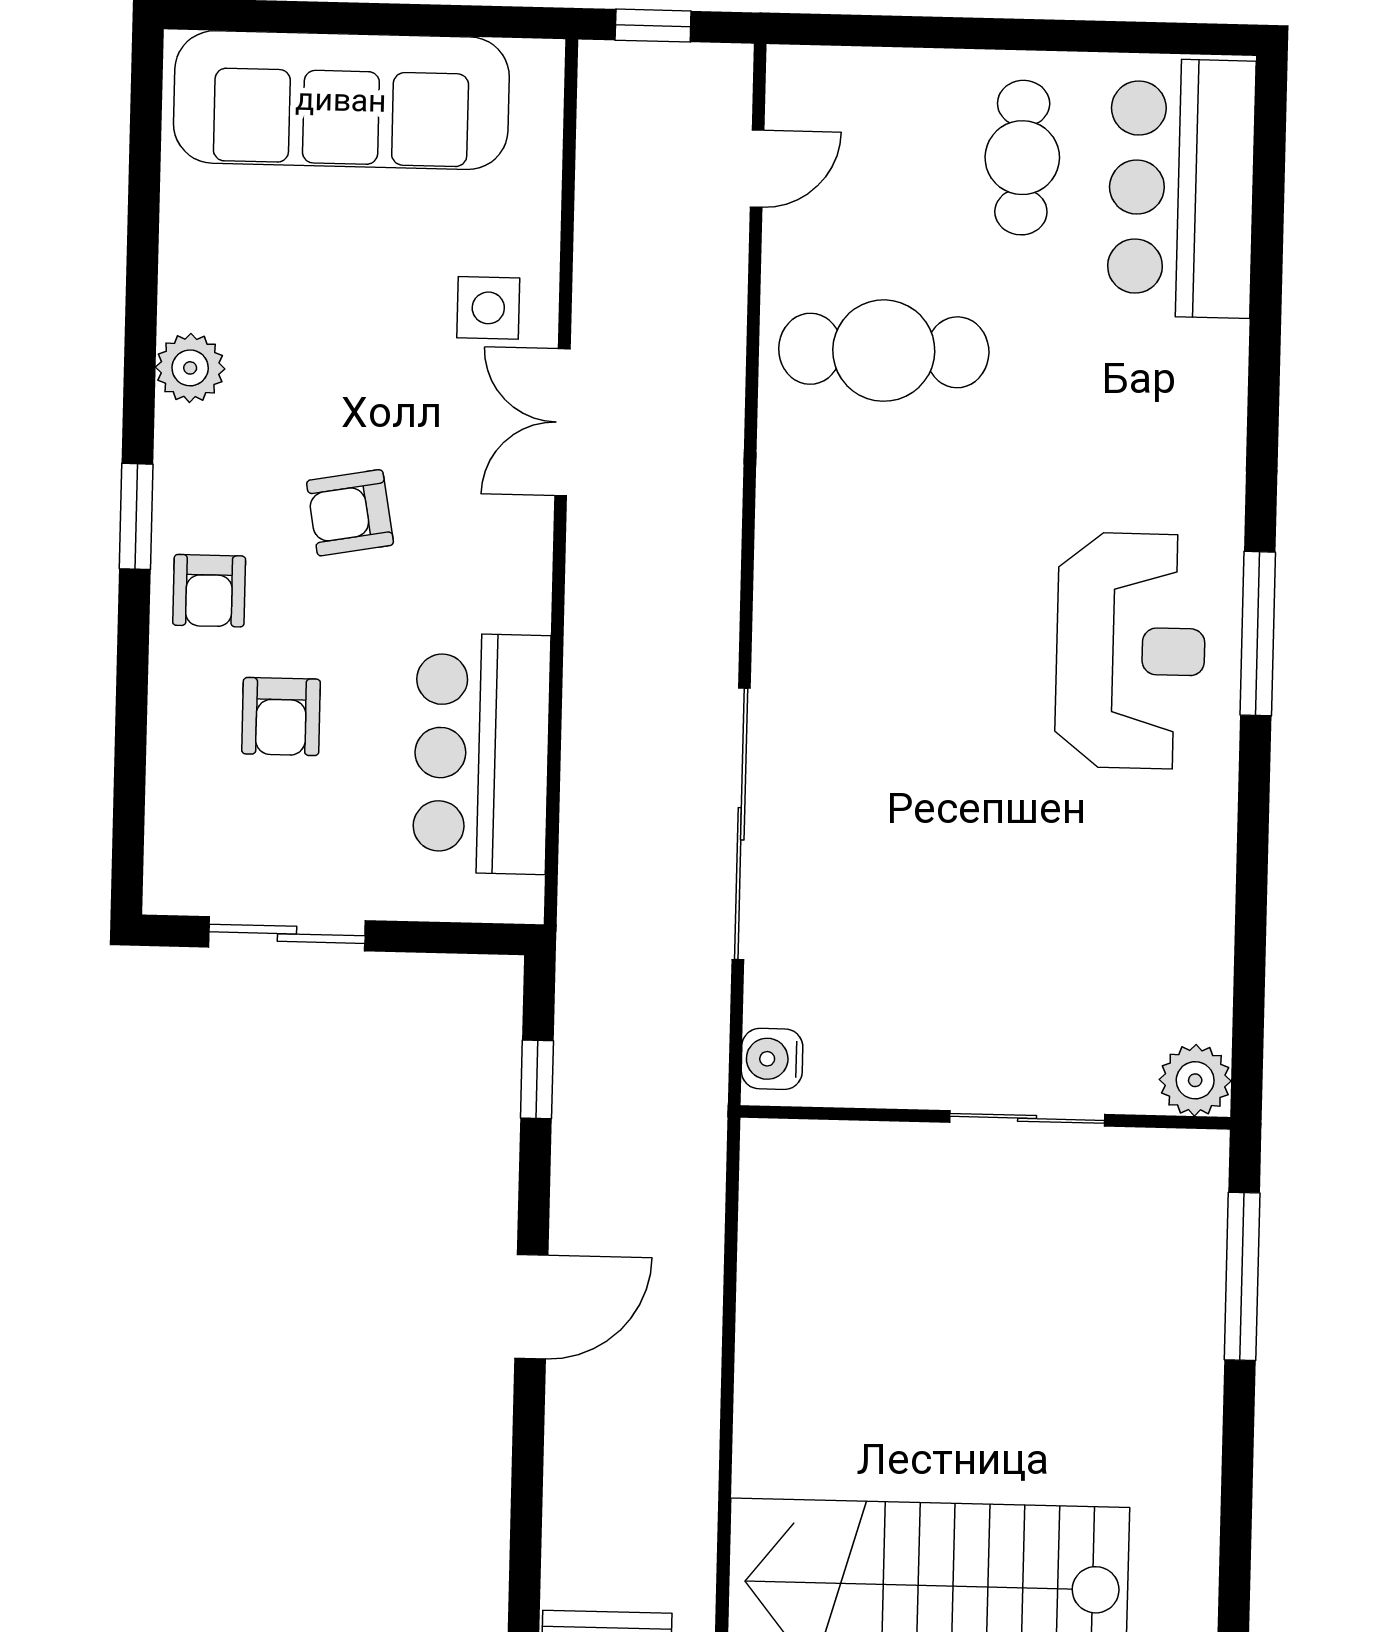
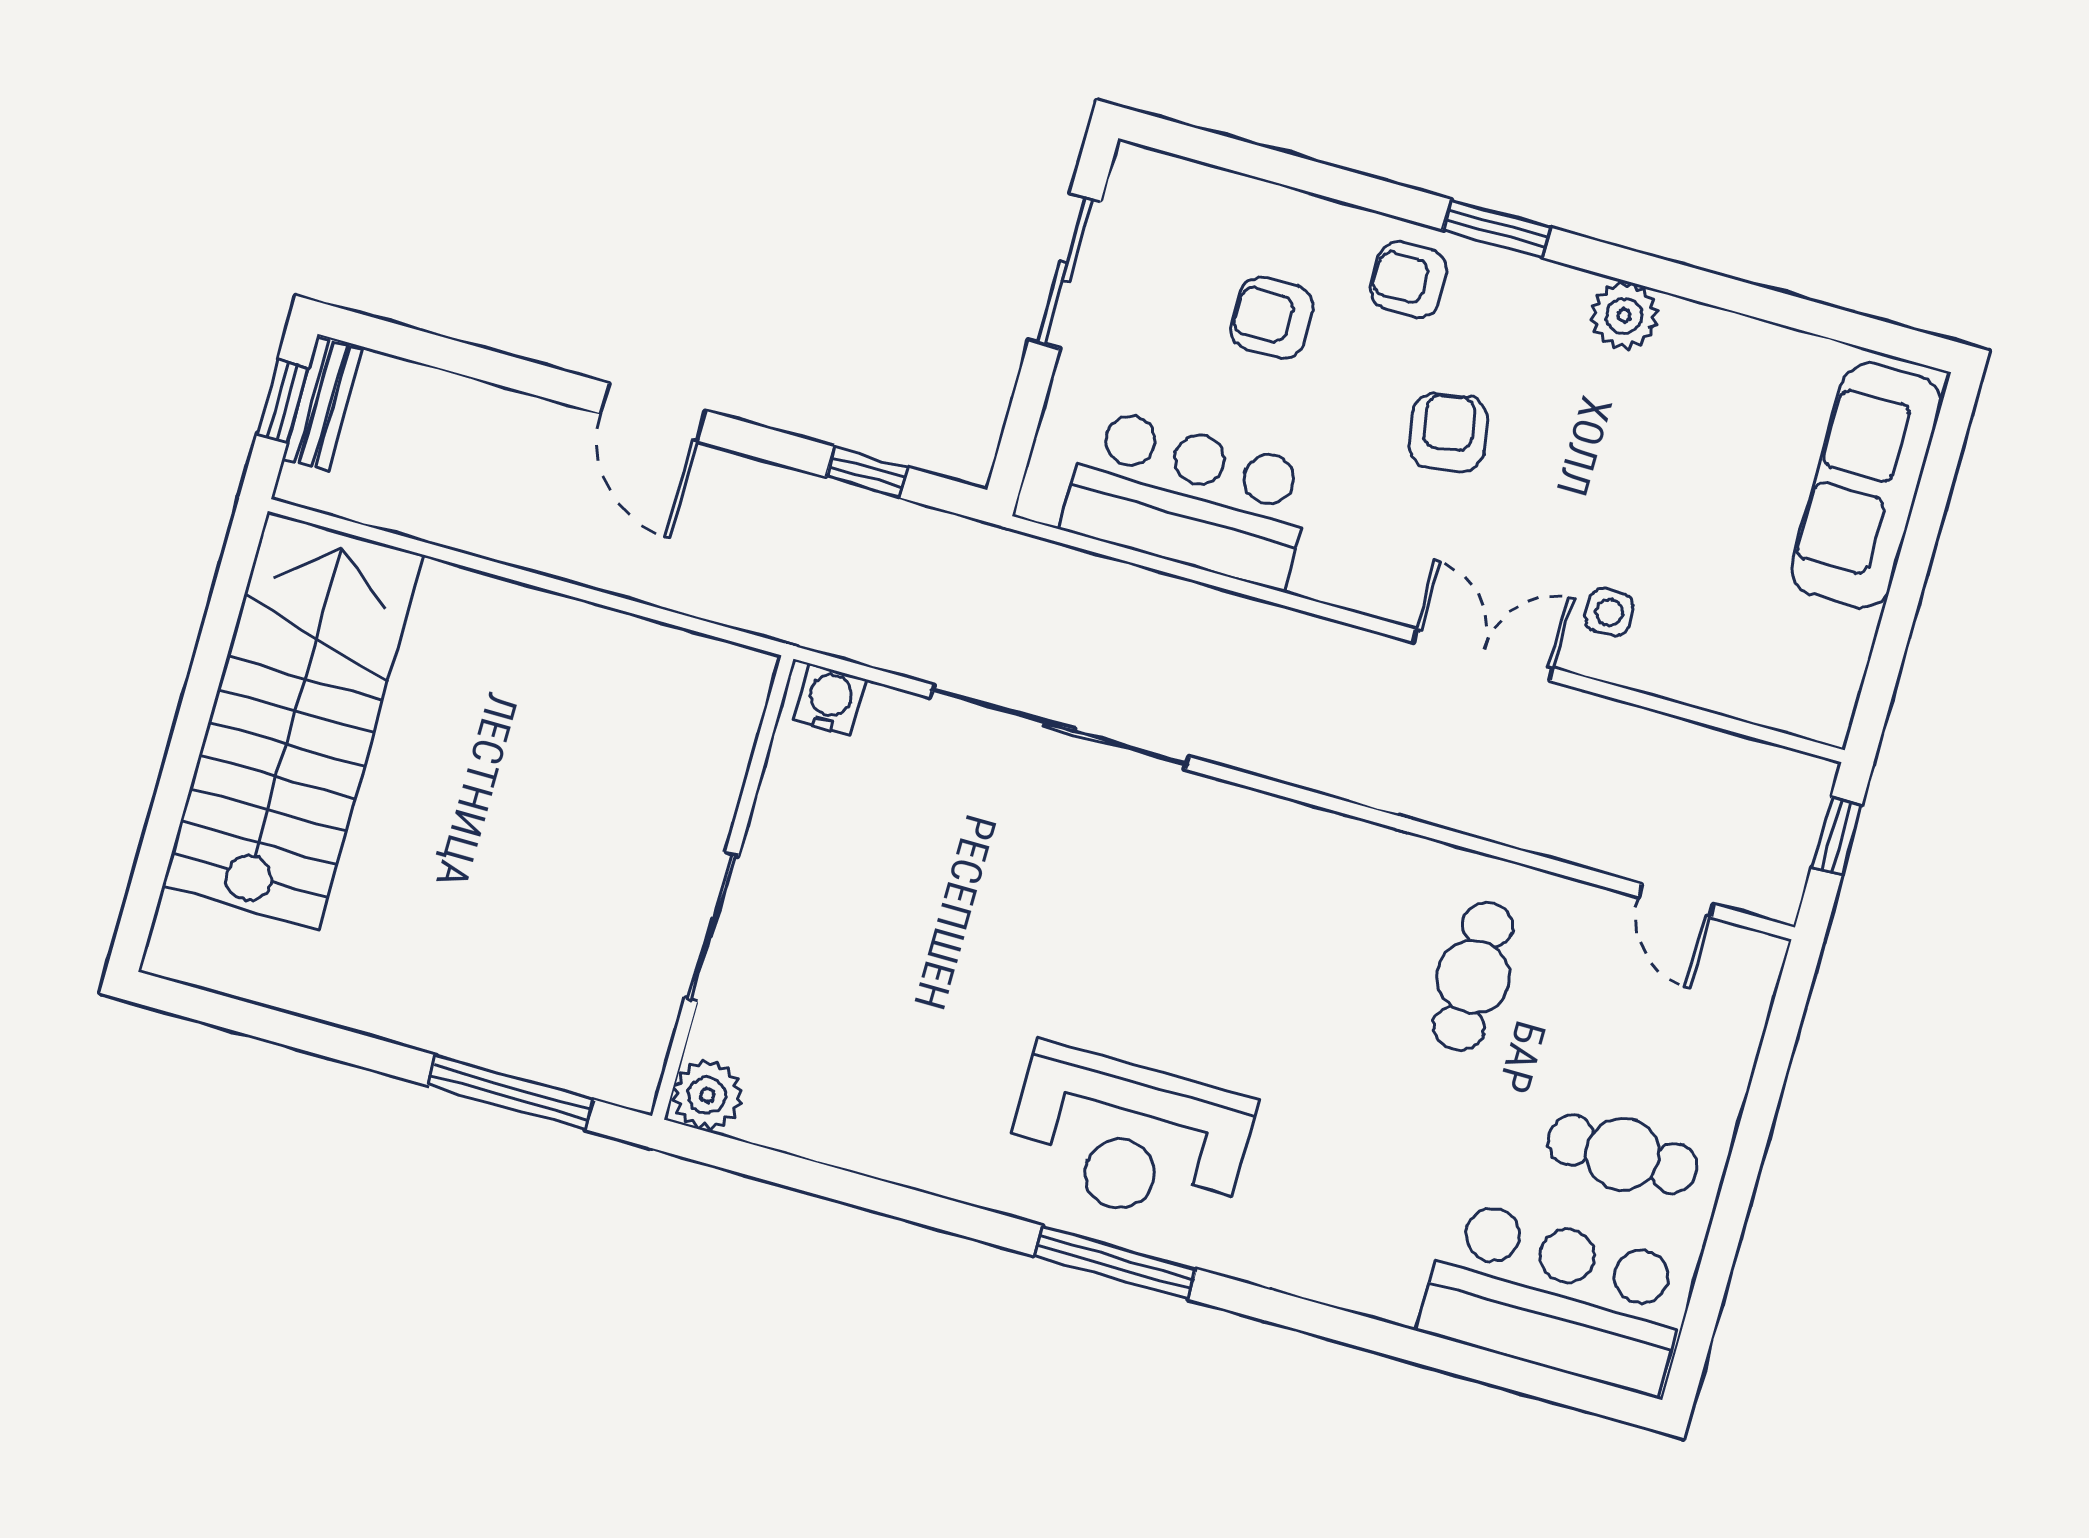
sofa: (341, 100) -> (1866, 485), width x0.74, depth x0.79
side table: (488, 308) -> (1609, 612), width x0.73, depth x0.73
cafe table: (884, 351) -> (1473, 976), width x0.73, depth x0.74

